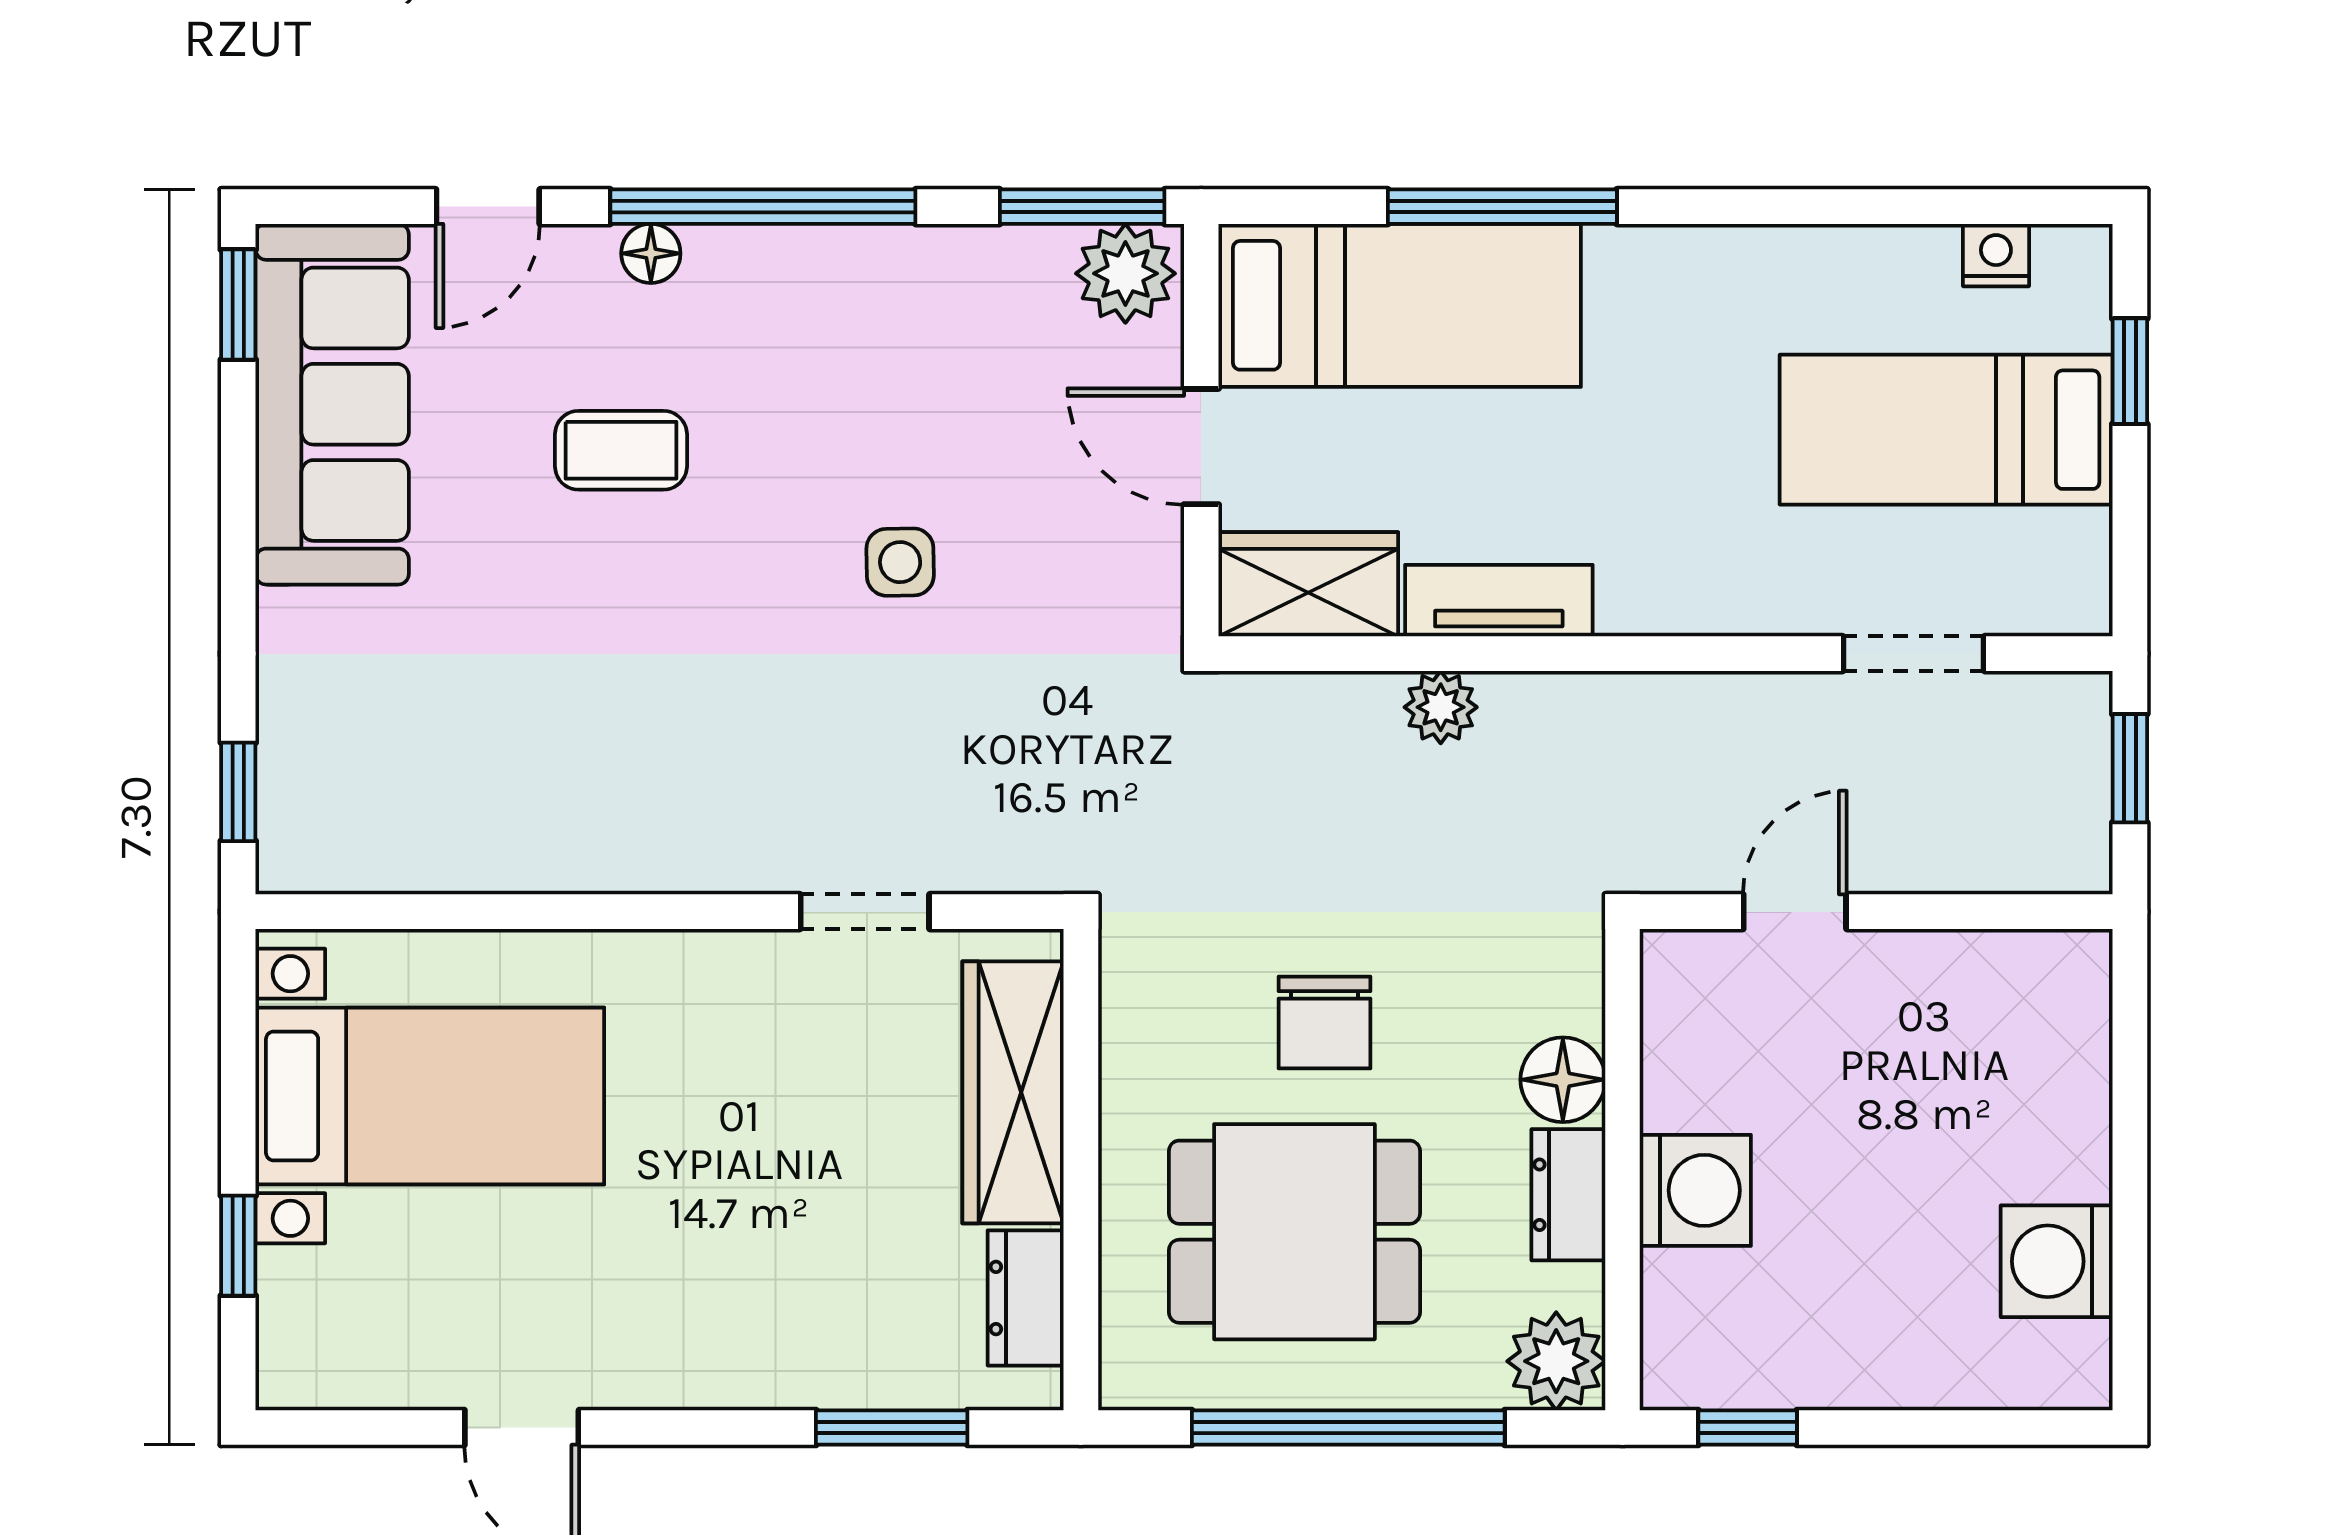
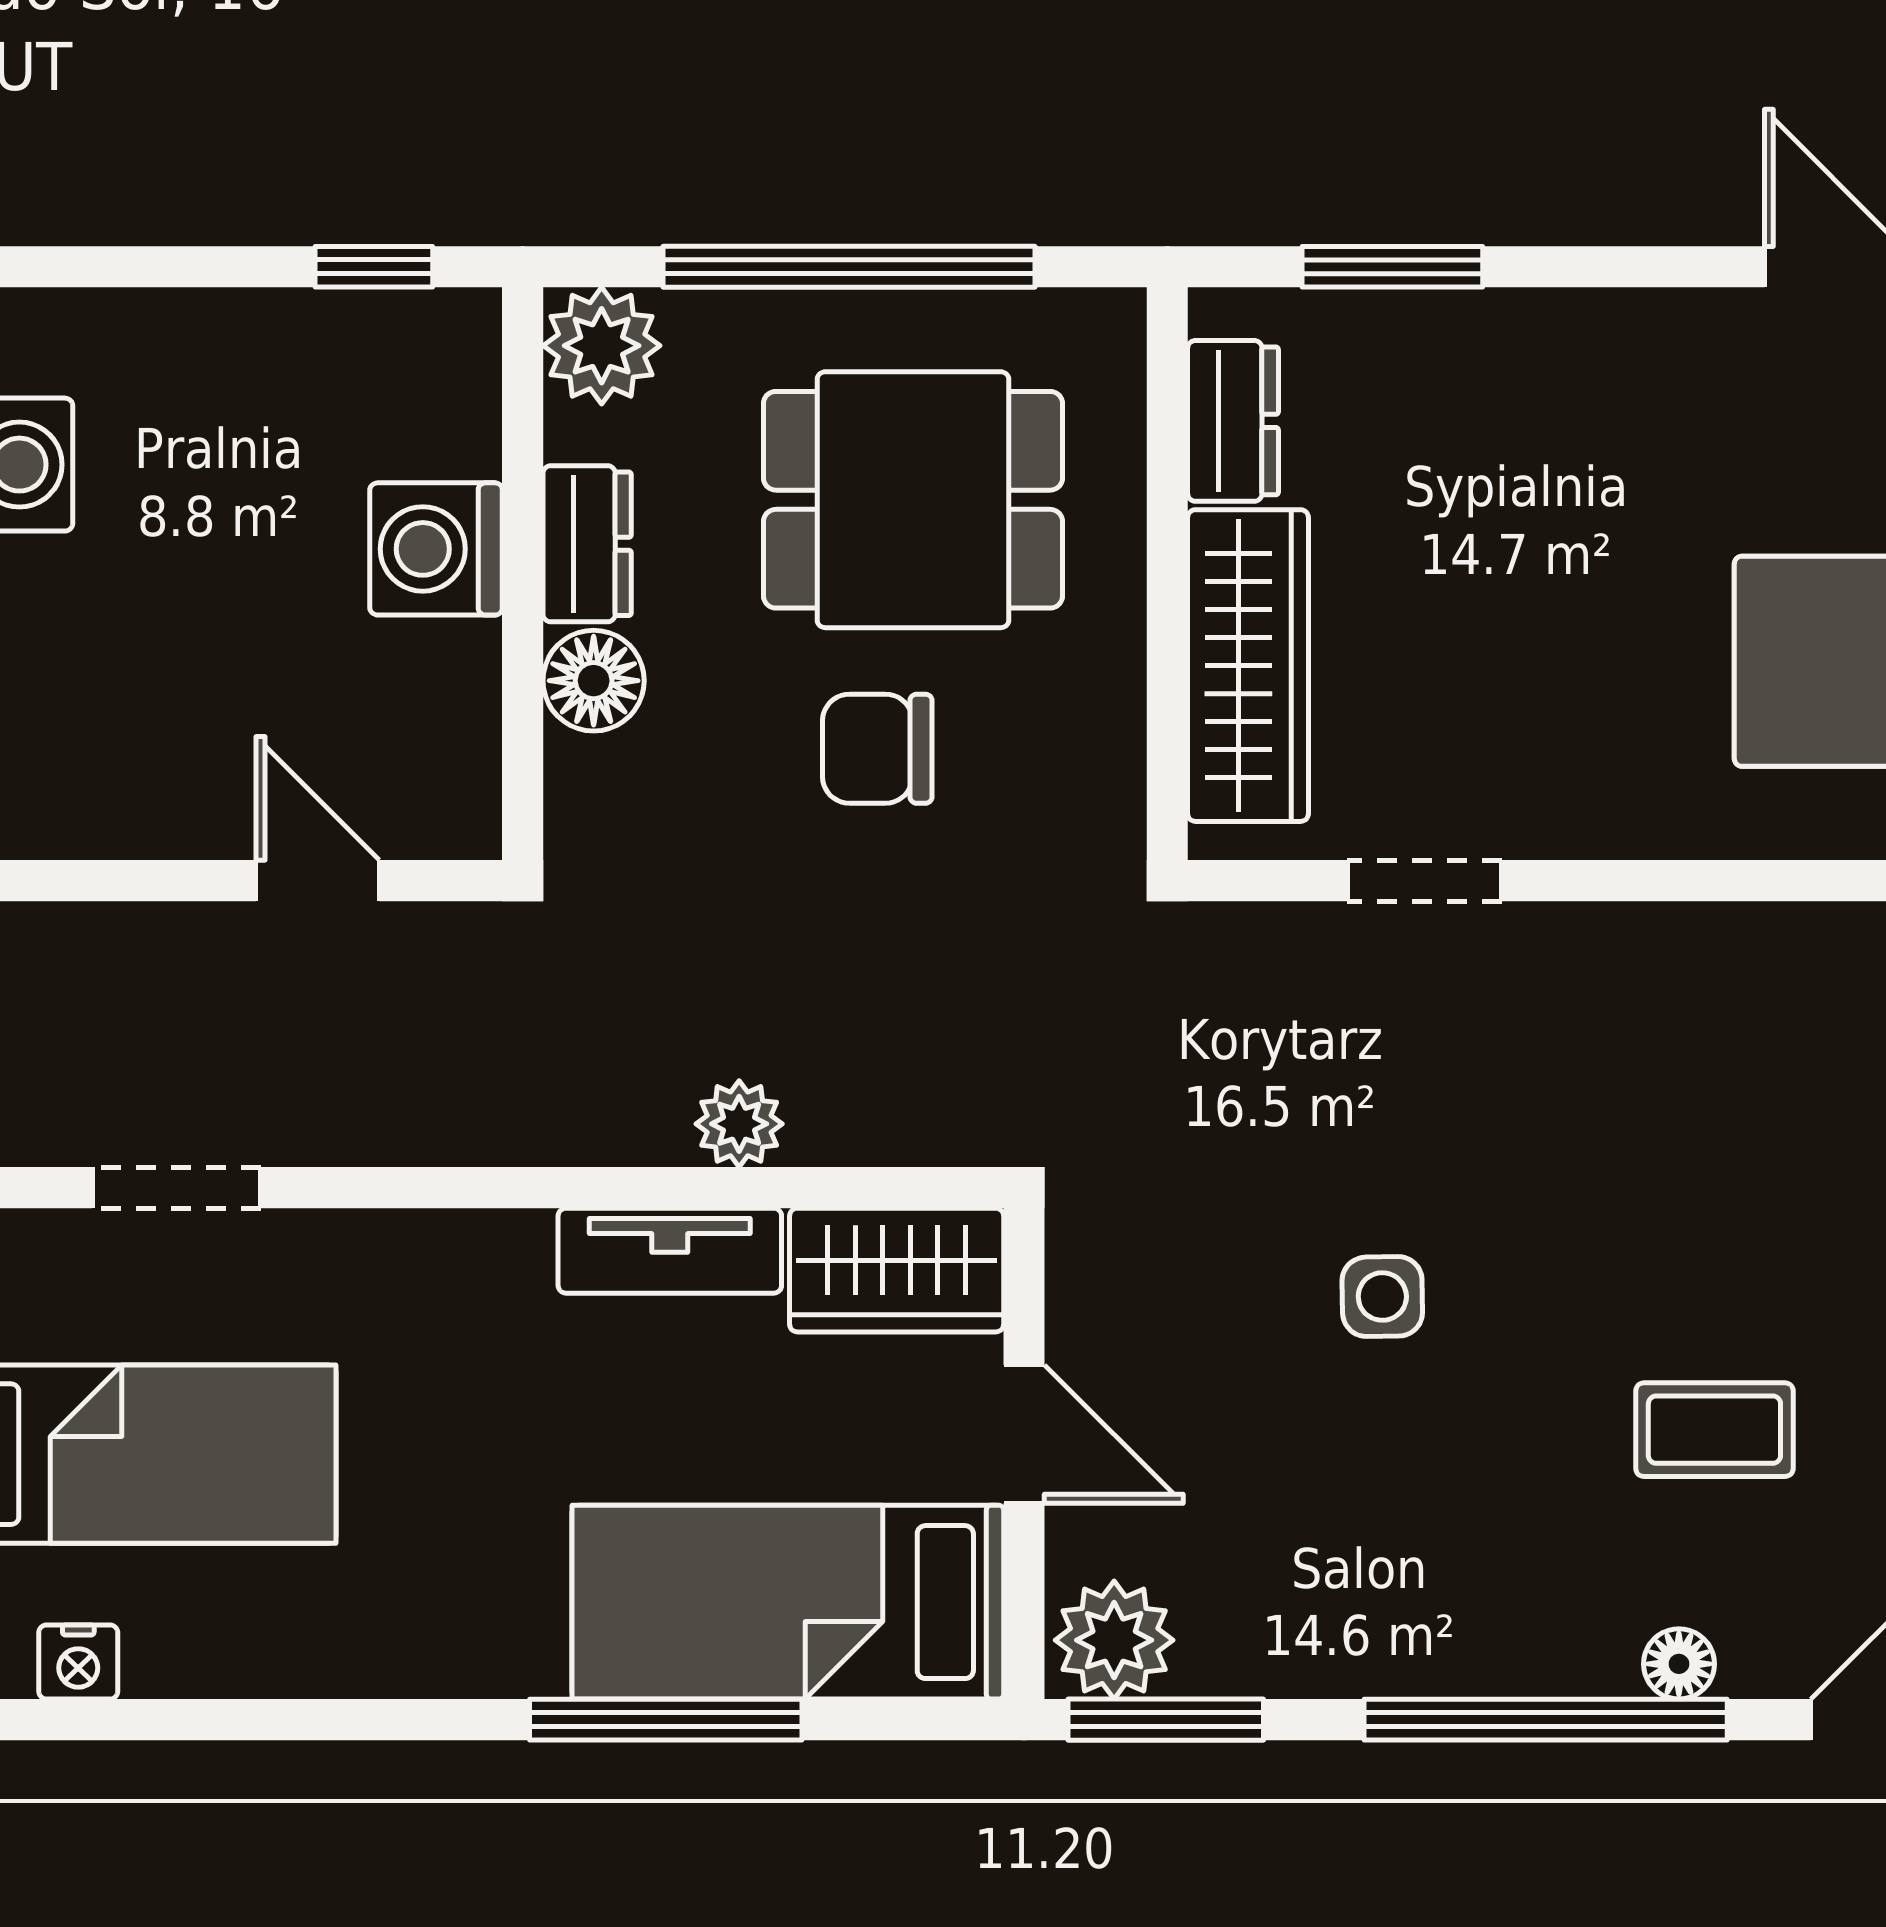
door: (1795, 912) -> (318, 881), swing flipped
chair: (1325, 1022) -> (877, 749), turned -90

